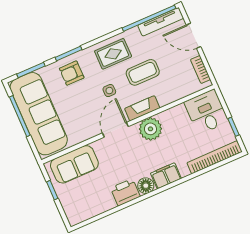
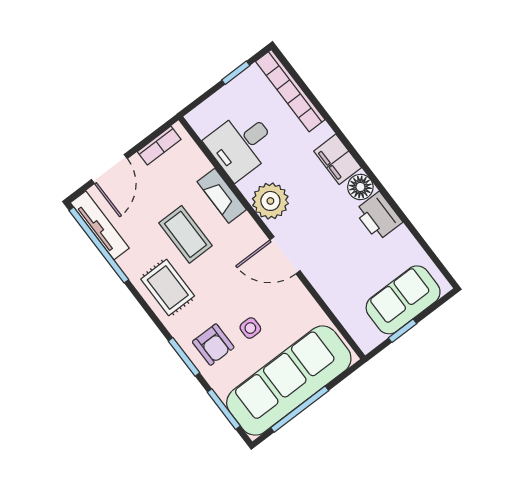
side table: (109, 91) -> (250, 328), moved
fireplace: (142, 108) -> (222, 196), moved
desk: (206, 112) -> (241, 145), moved
sofa: (74, 164) -> (403, 300), moved, turned -90

